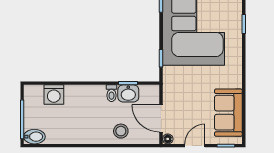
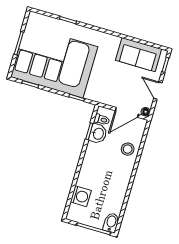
toilet: (112, 93) -> (102, 120), moved

